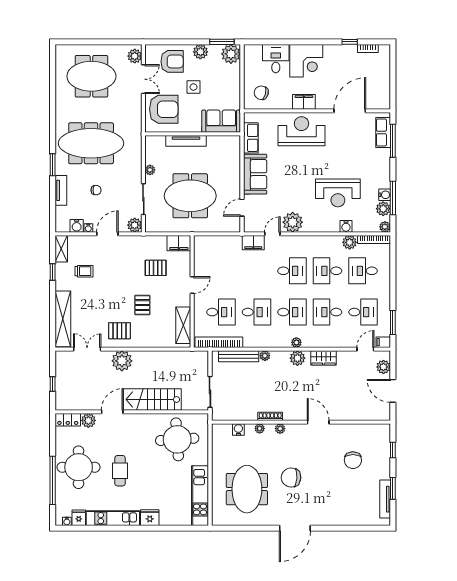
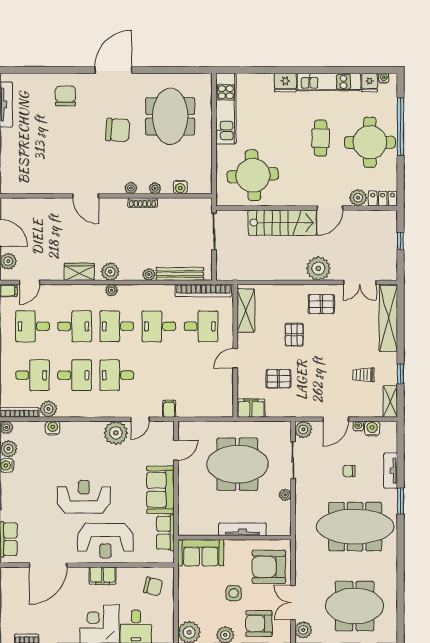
reception desk: (338, 193) -> (84, 497), moved
filing cabinet: (253, 243) -> (169, 409), width x0.50
desk: (221, 312) -> (201, 326), turned 180
chair: (353, 460) -> (65, 96), moved

